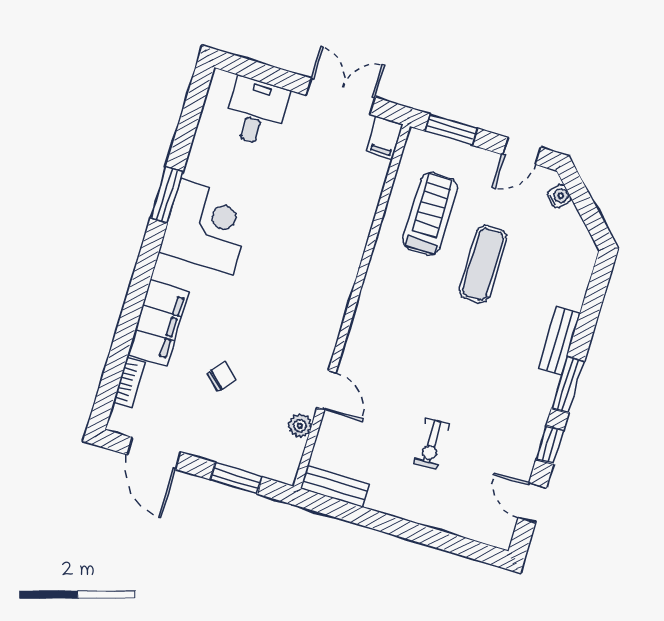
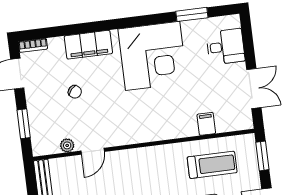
filing cabinet: (385, 138) -> (206, 124), moved, turned 90
window: (167, 195) -> (192, 14), moved
corner desk: (207, 227) -> (153, 56), width x1.36, depth x1.36
bookcase: (129, 382) -> (33, 45), moved

